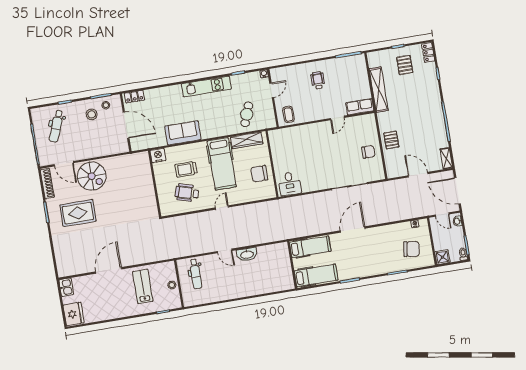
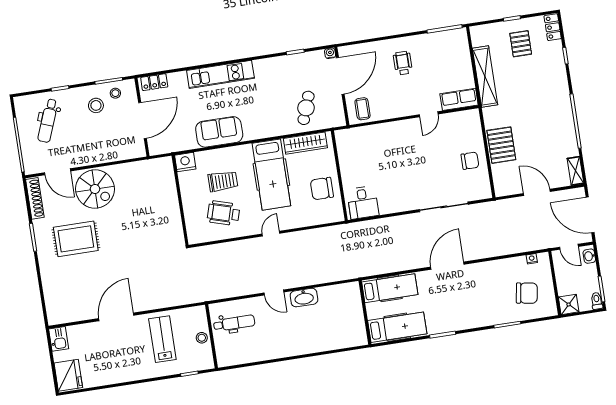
kitchen unit: (206, 86) -> (220, 74), moved
door: (272, 90) -> (340, 76), width x1.88
door: (126, 125) -> (143, 120), hinge flipped
pallet: (391, 140) -> (501, 145), width x1.50, depth x1.42
trolley: (186, 169) -> (223, 181), turned 180
dental chair: (196, 274) -> (234, 323), turned -90

